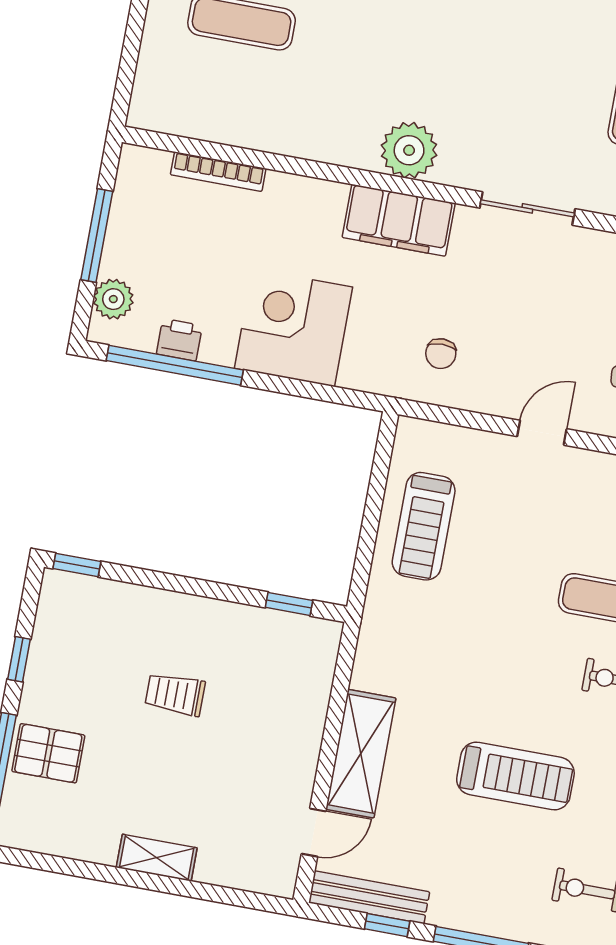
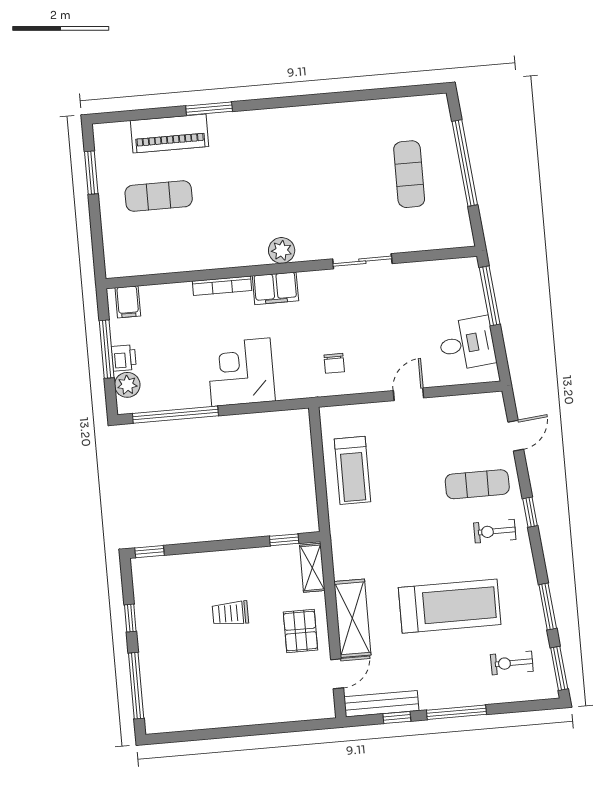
plant: (409, 150) -> (282, 250), width x0.73, depth x0.73
filing cabinet: (149, 172) -> (128, 302), added
bookcase: (218, 172) -> (222, 286), moved
filing cabinet: (399, 220) -> (275, 288), width x0.67, depth x0.86
printer: (179, 340) -> (124, 358), moved, turned 90
pallet: (48, 753) -> (300, 631), moved, turned 90
treadmill: (515, 776) -> (450, 606), width x1.37, depth x1.38
shelving: (157, 858) -> (312, 568), moved, turned 90

